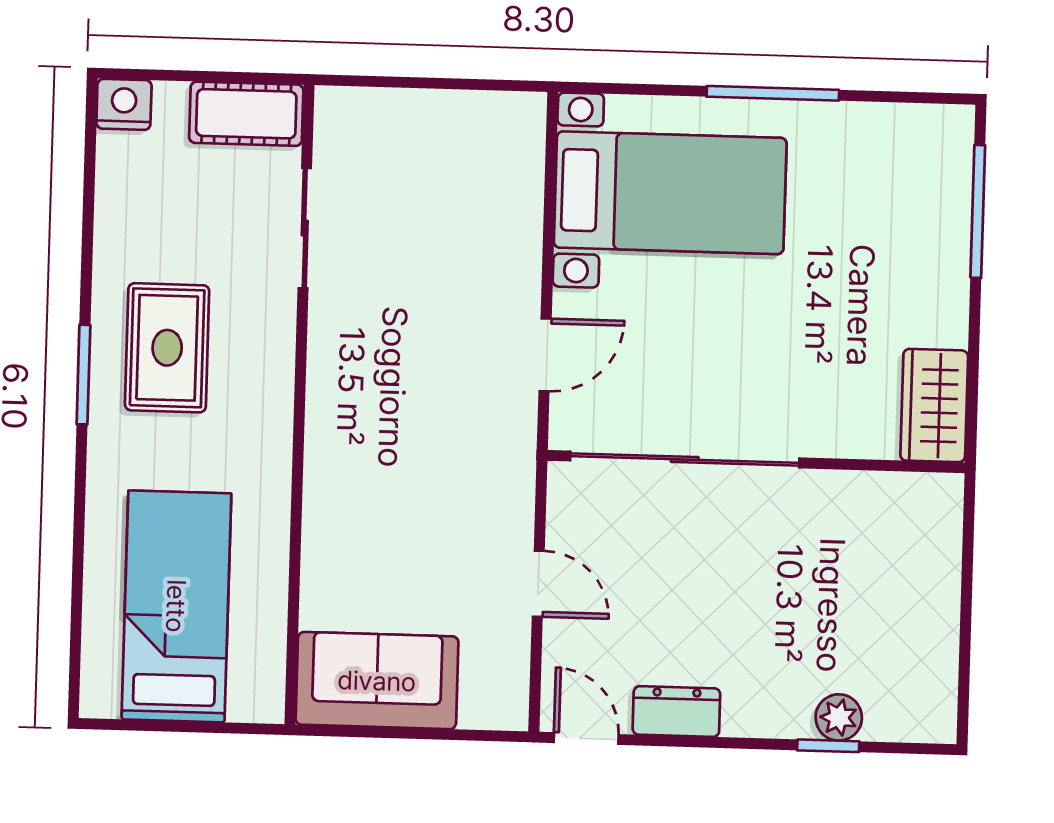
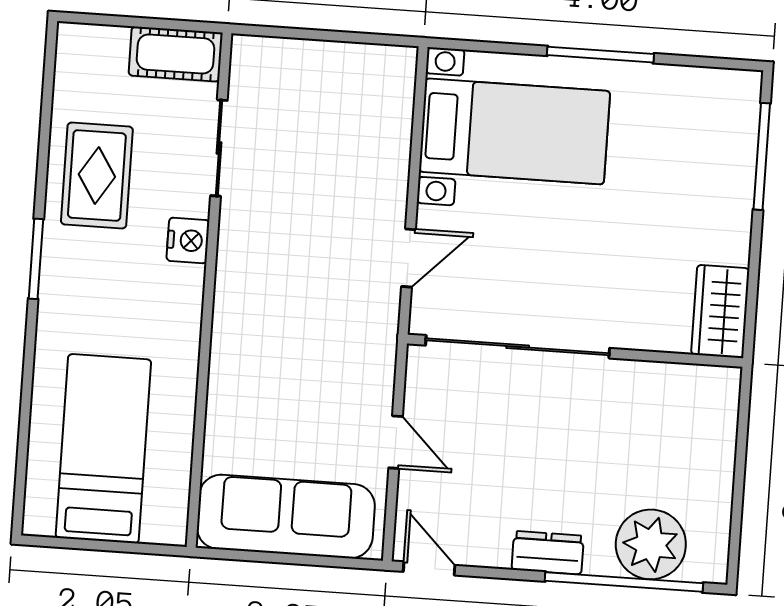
nightstand: (124, 104) -> (188, 240), moved, turned 90
rug: (167, 348) -> (97, 176), moved
sofa: (377, 681) -> (286, 517), width x1.36
dresser: (676, 711) -> (548, 553), moved
plant: (839, 717) -> (651, 544), width x1.88, depth x1.88
window: (828, 746) -> (624, 582), width x3.17

